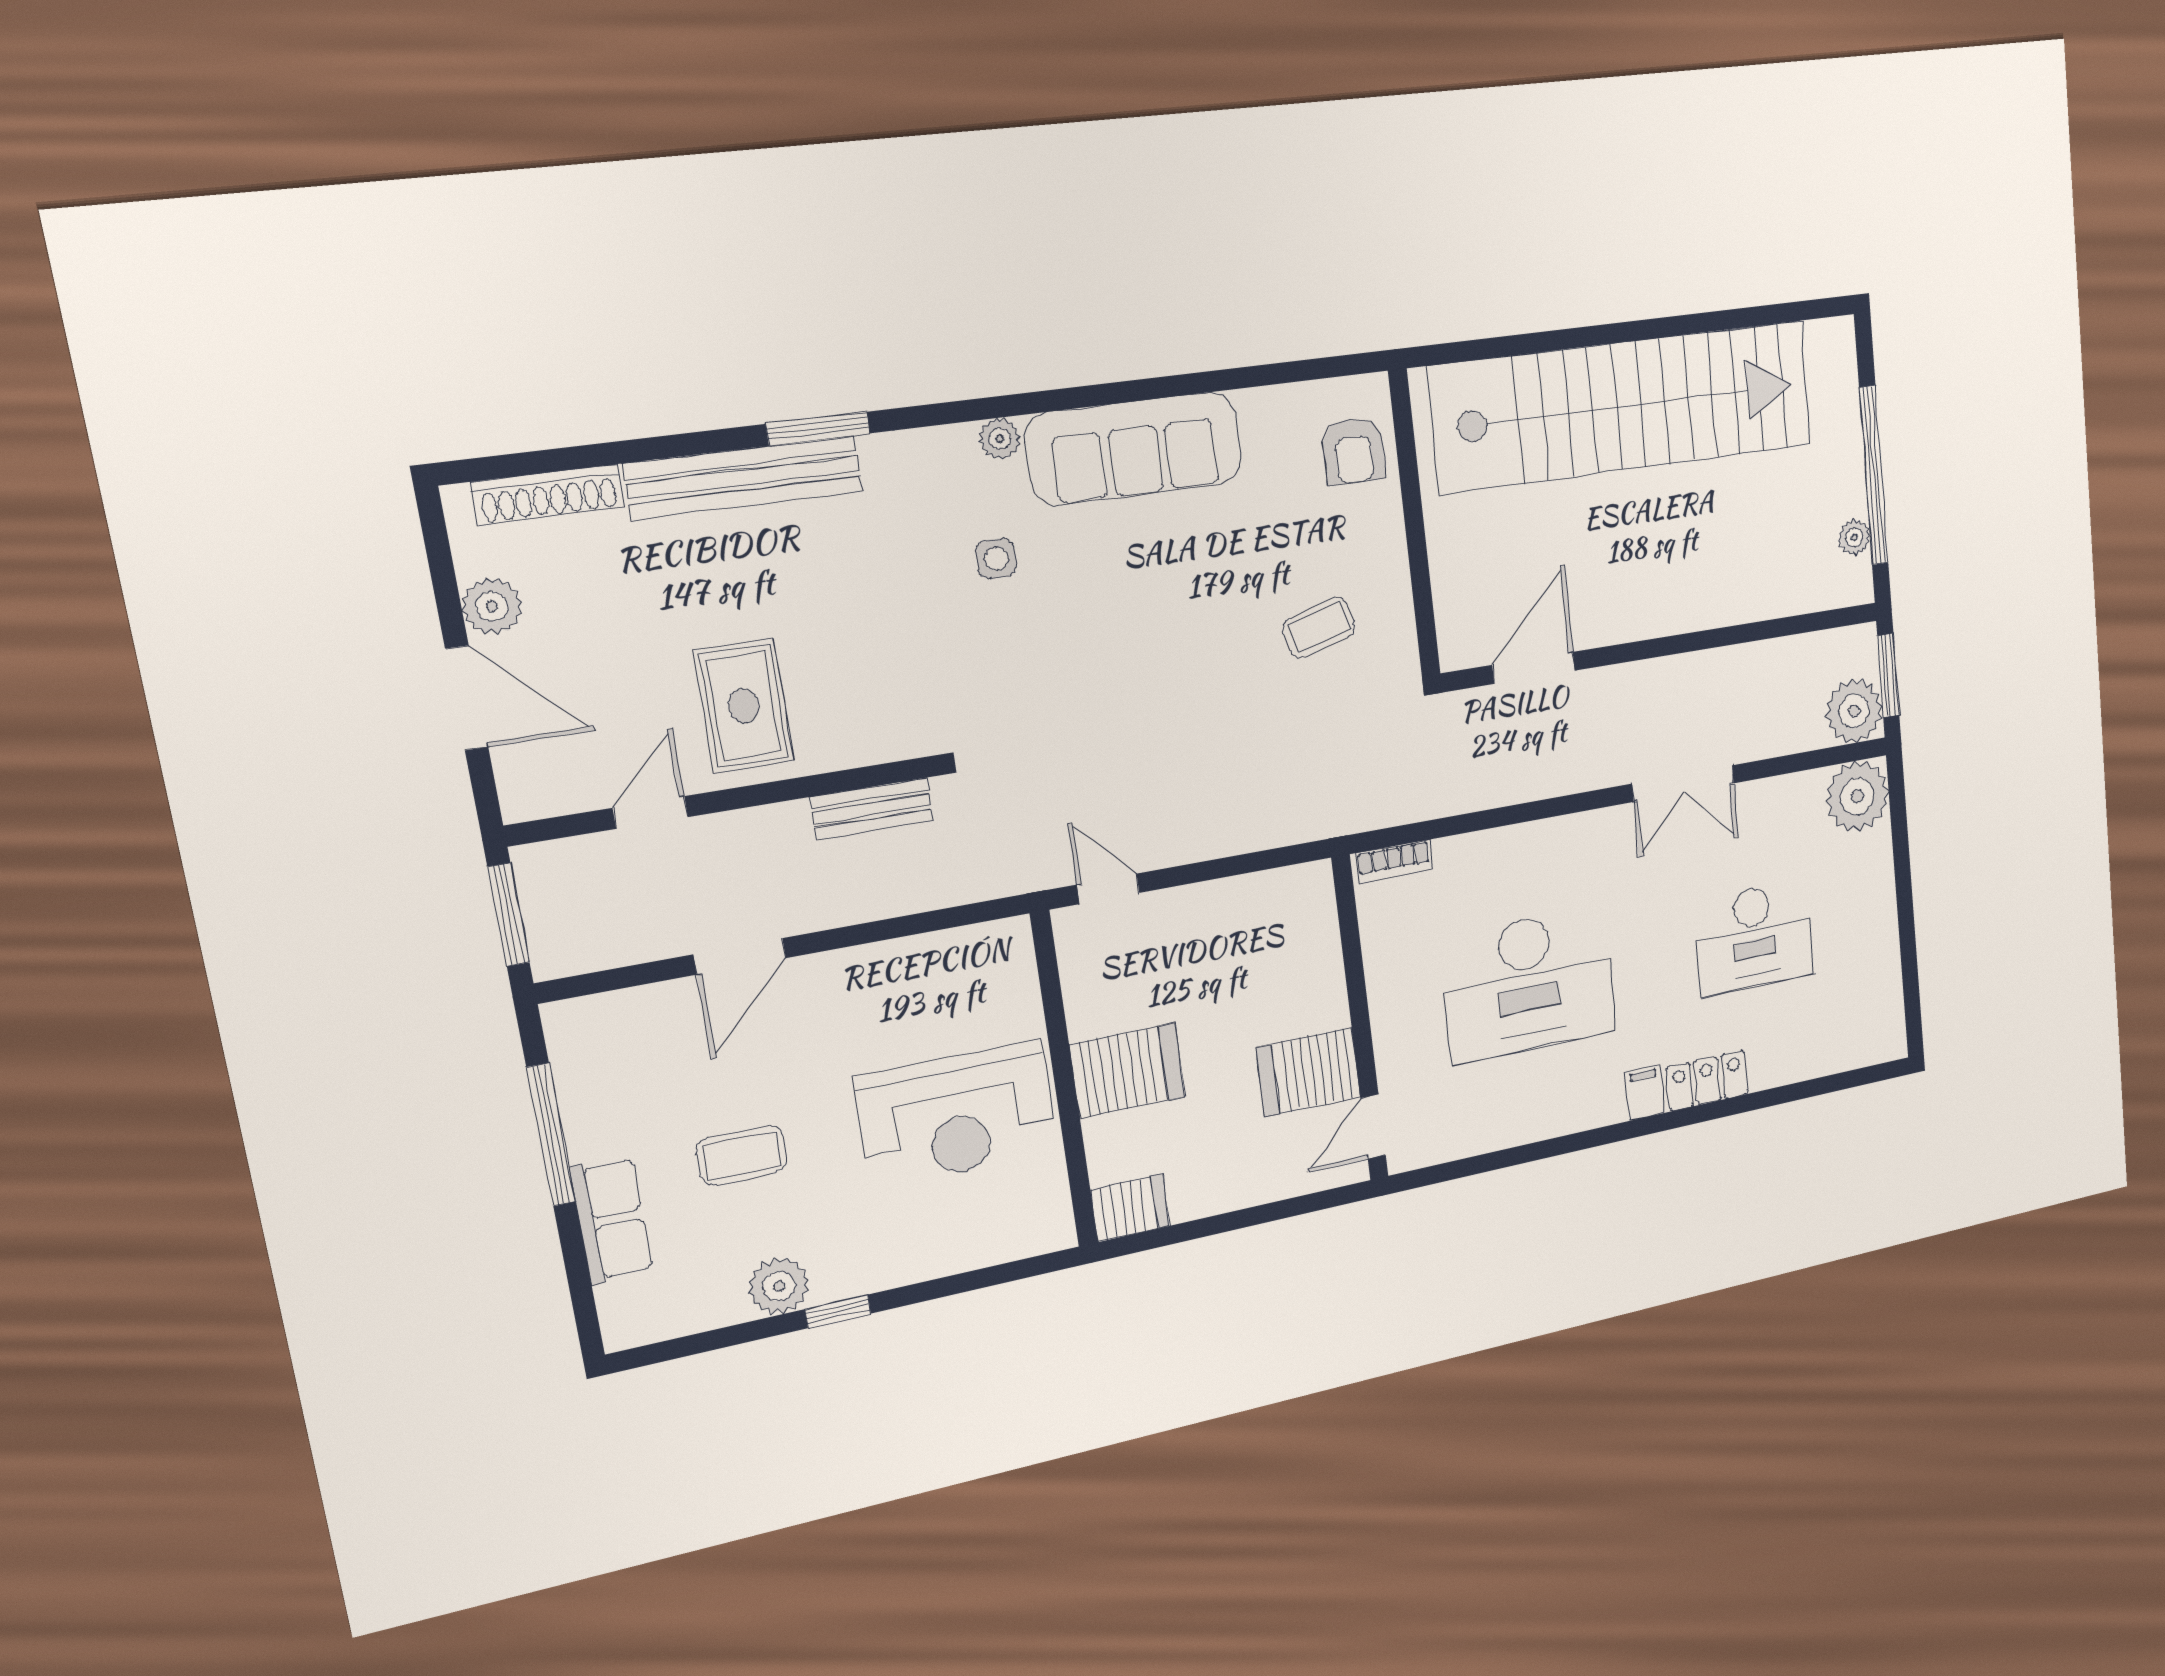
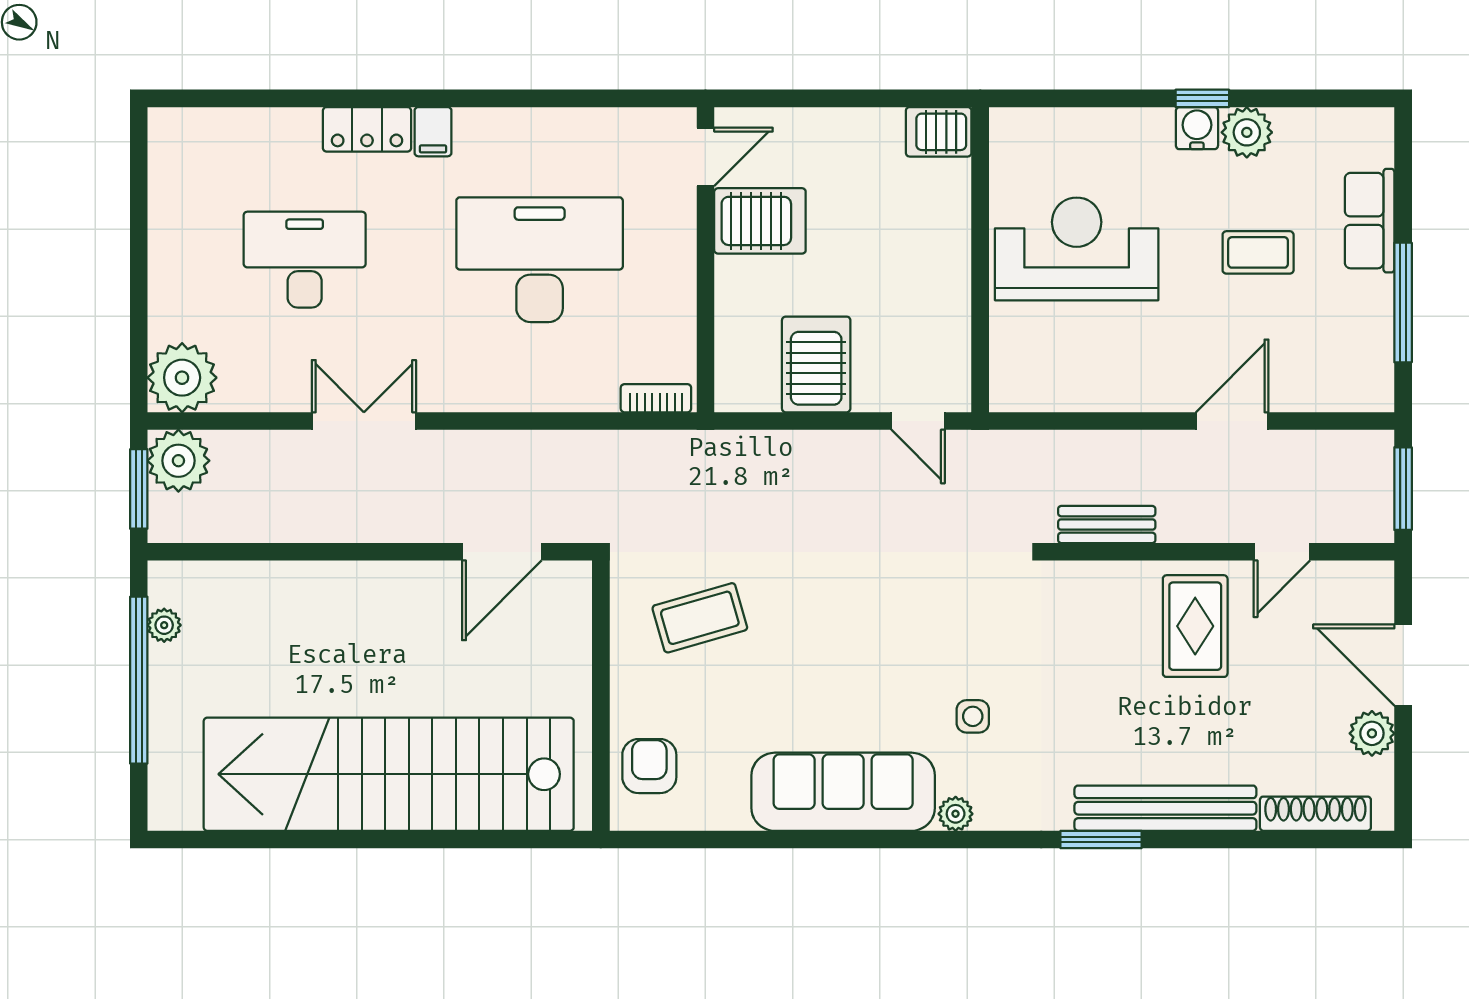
coffee table: (1319, 628) -> (700, 618), width x1.36, depth x1.30
server rack: (1128, 1071) -> (816, 364), moved, turned 90
water cooler: (839, 1277) -> (1197, 128), added

